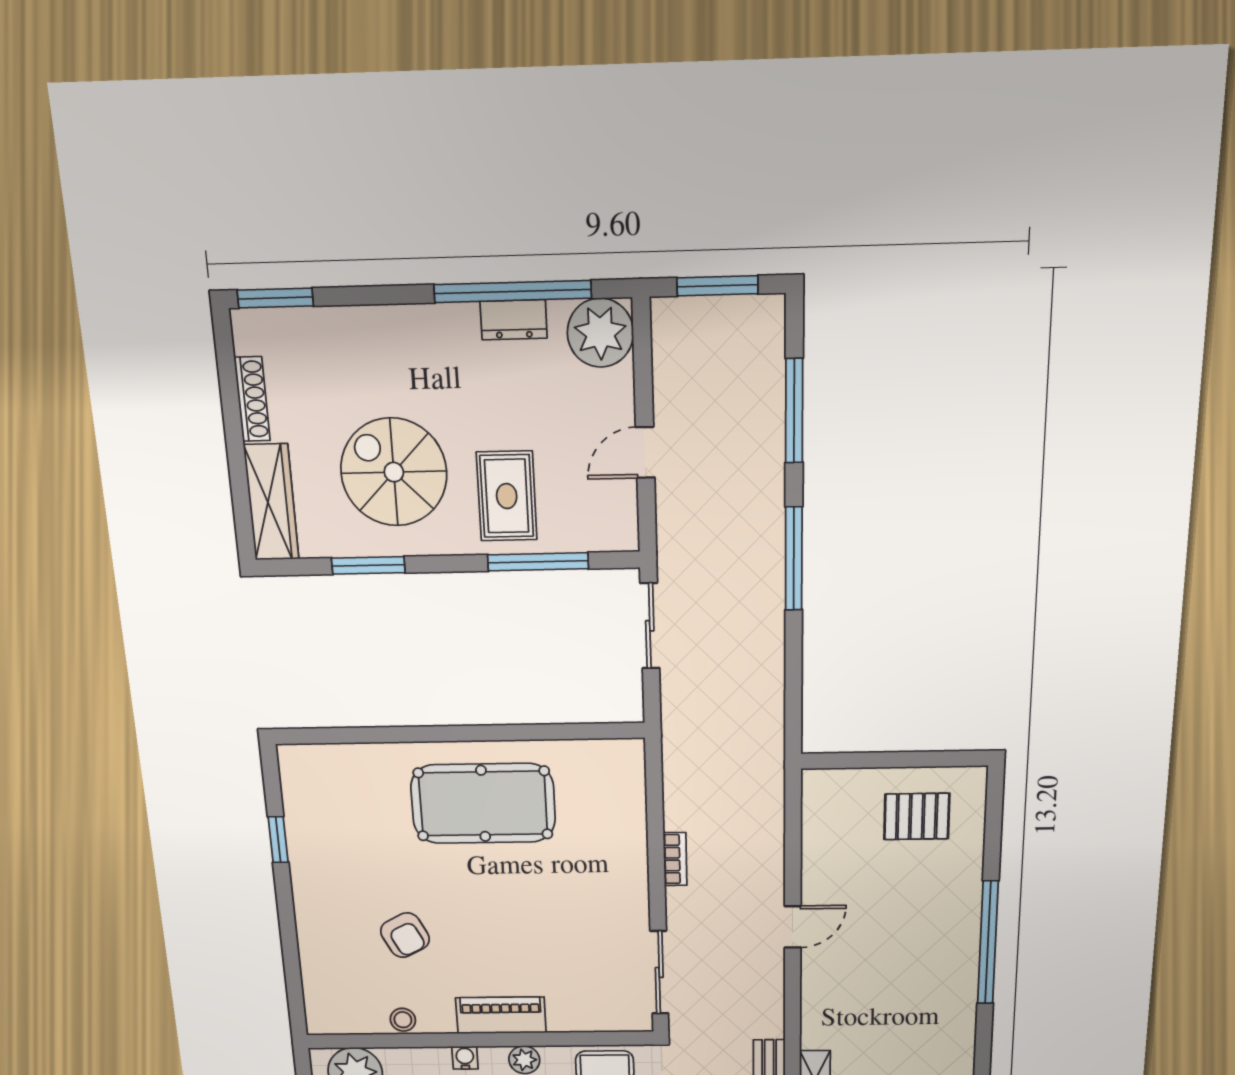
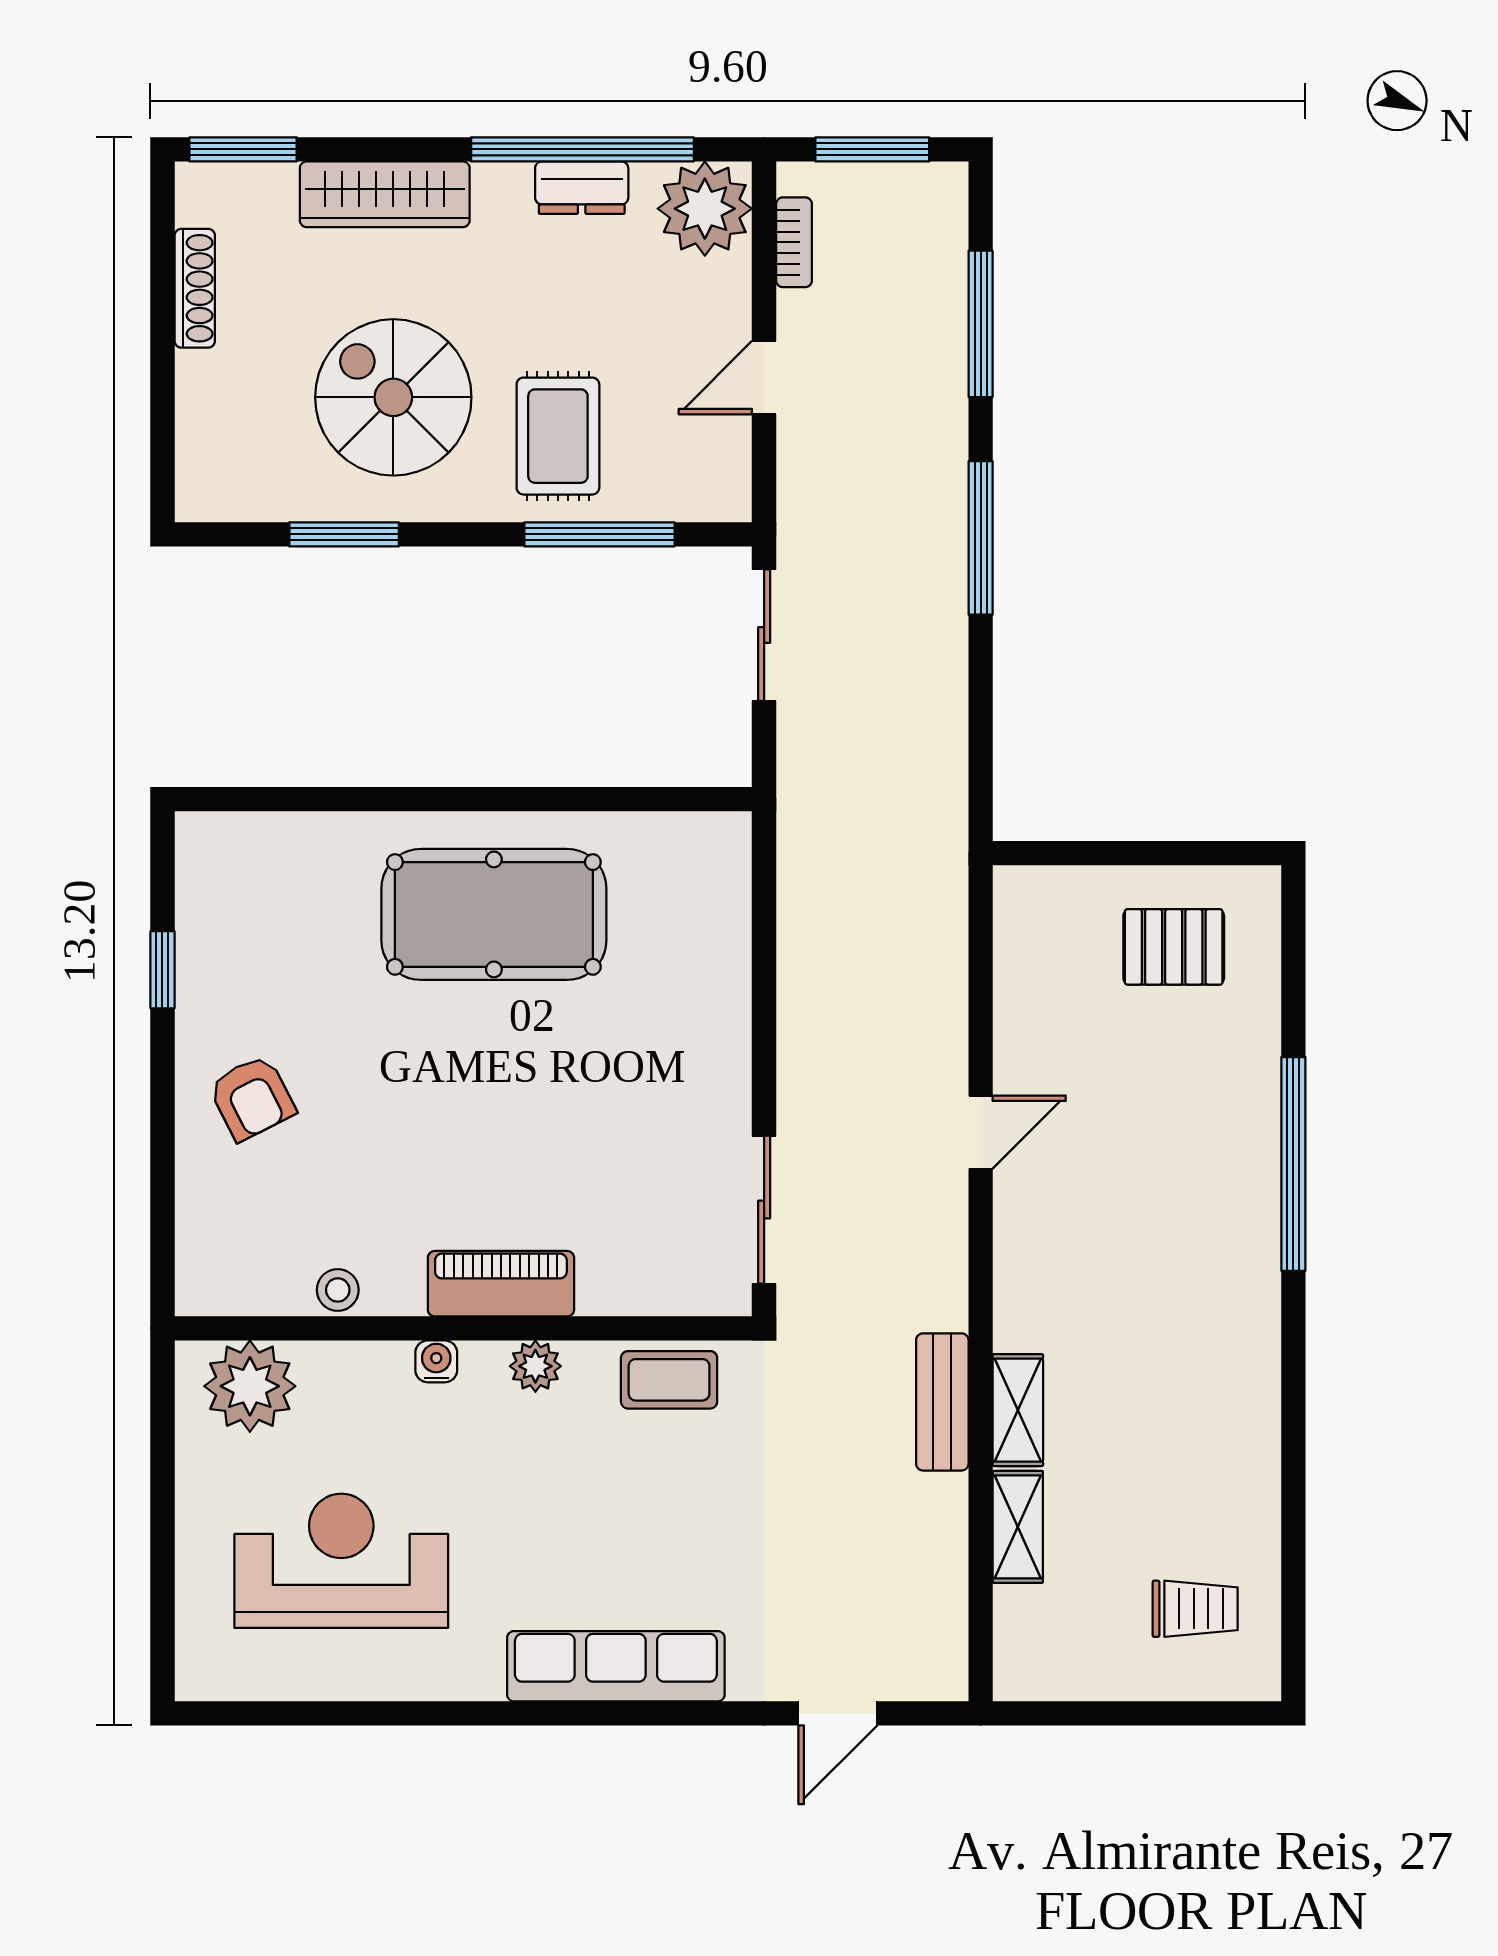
wardrobe: (271, 502) -> (385, 194), moved, turned 90
bookcase: (675, 859) -> (794, 242), moved
armchair: (405, 935) -> (252, 1098), moved

